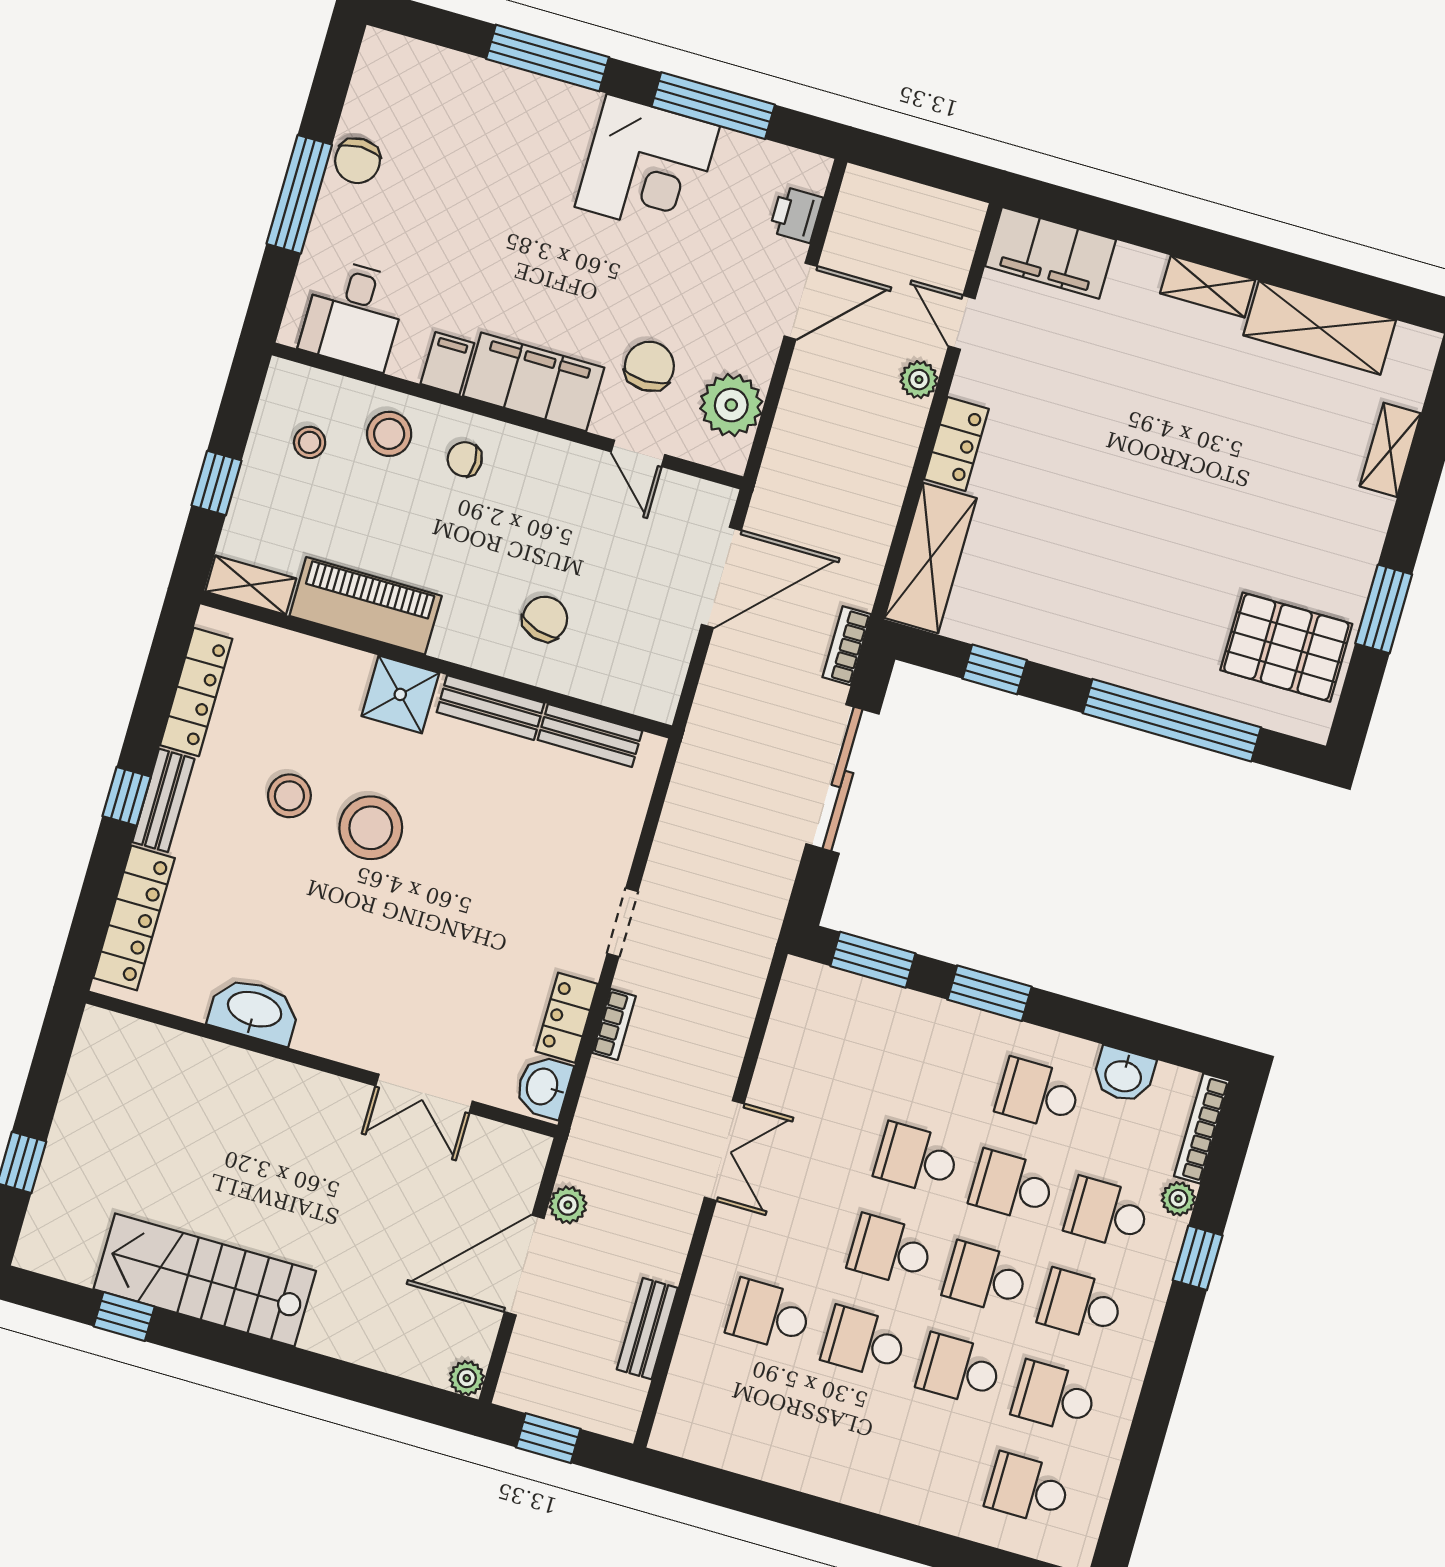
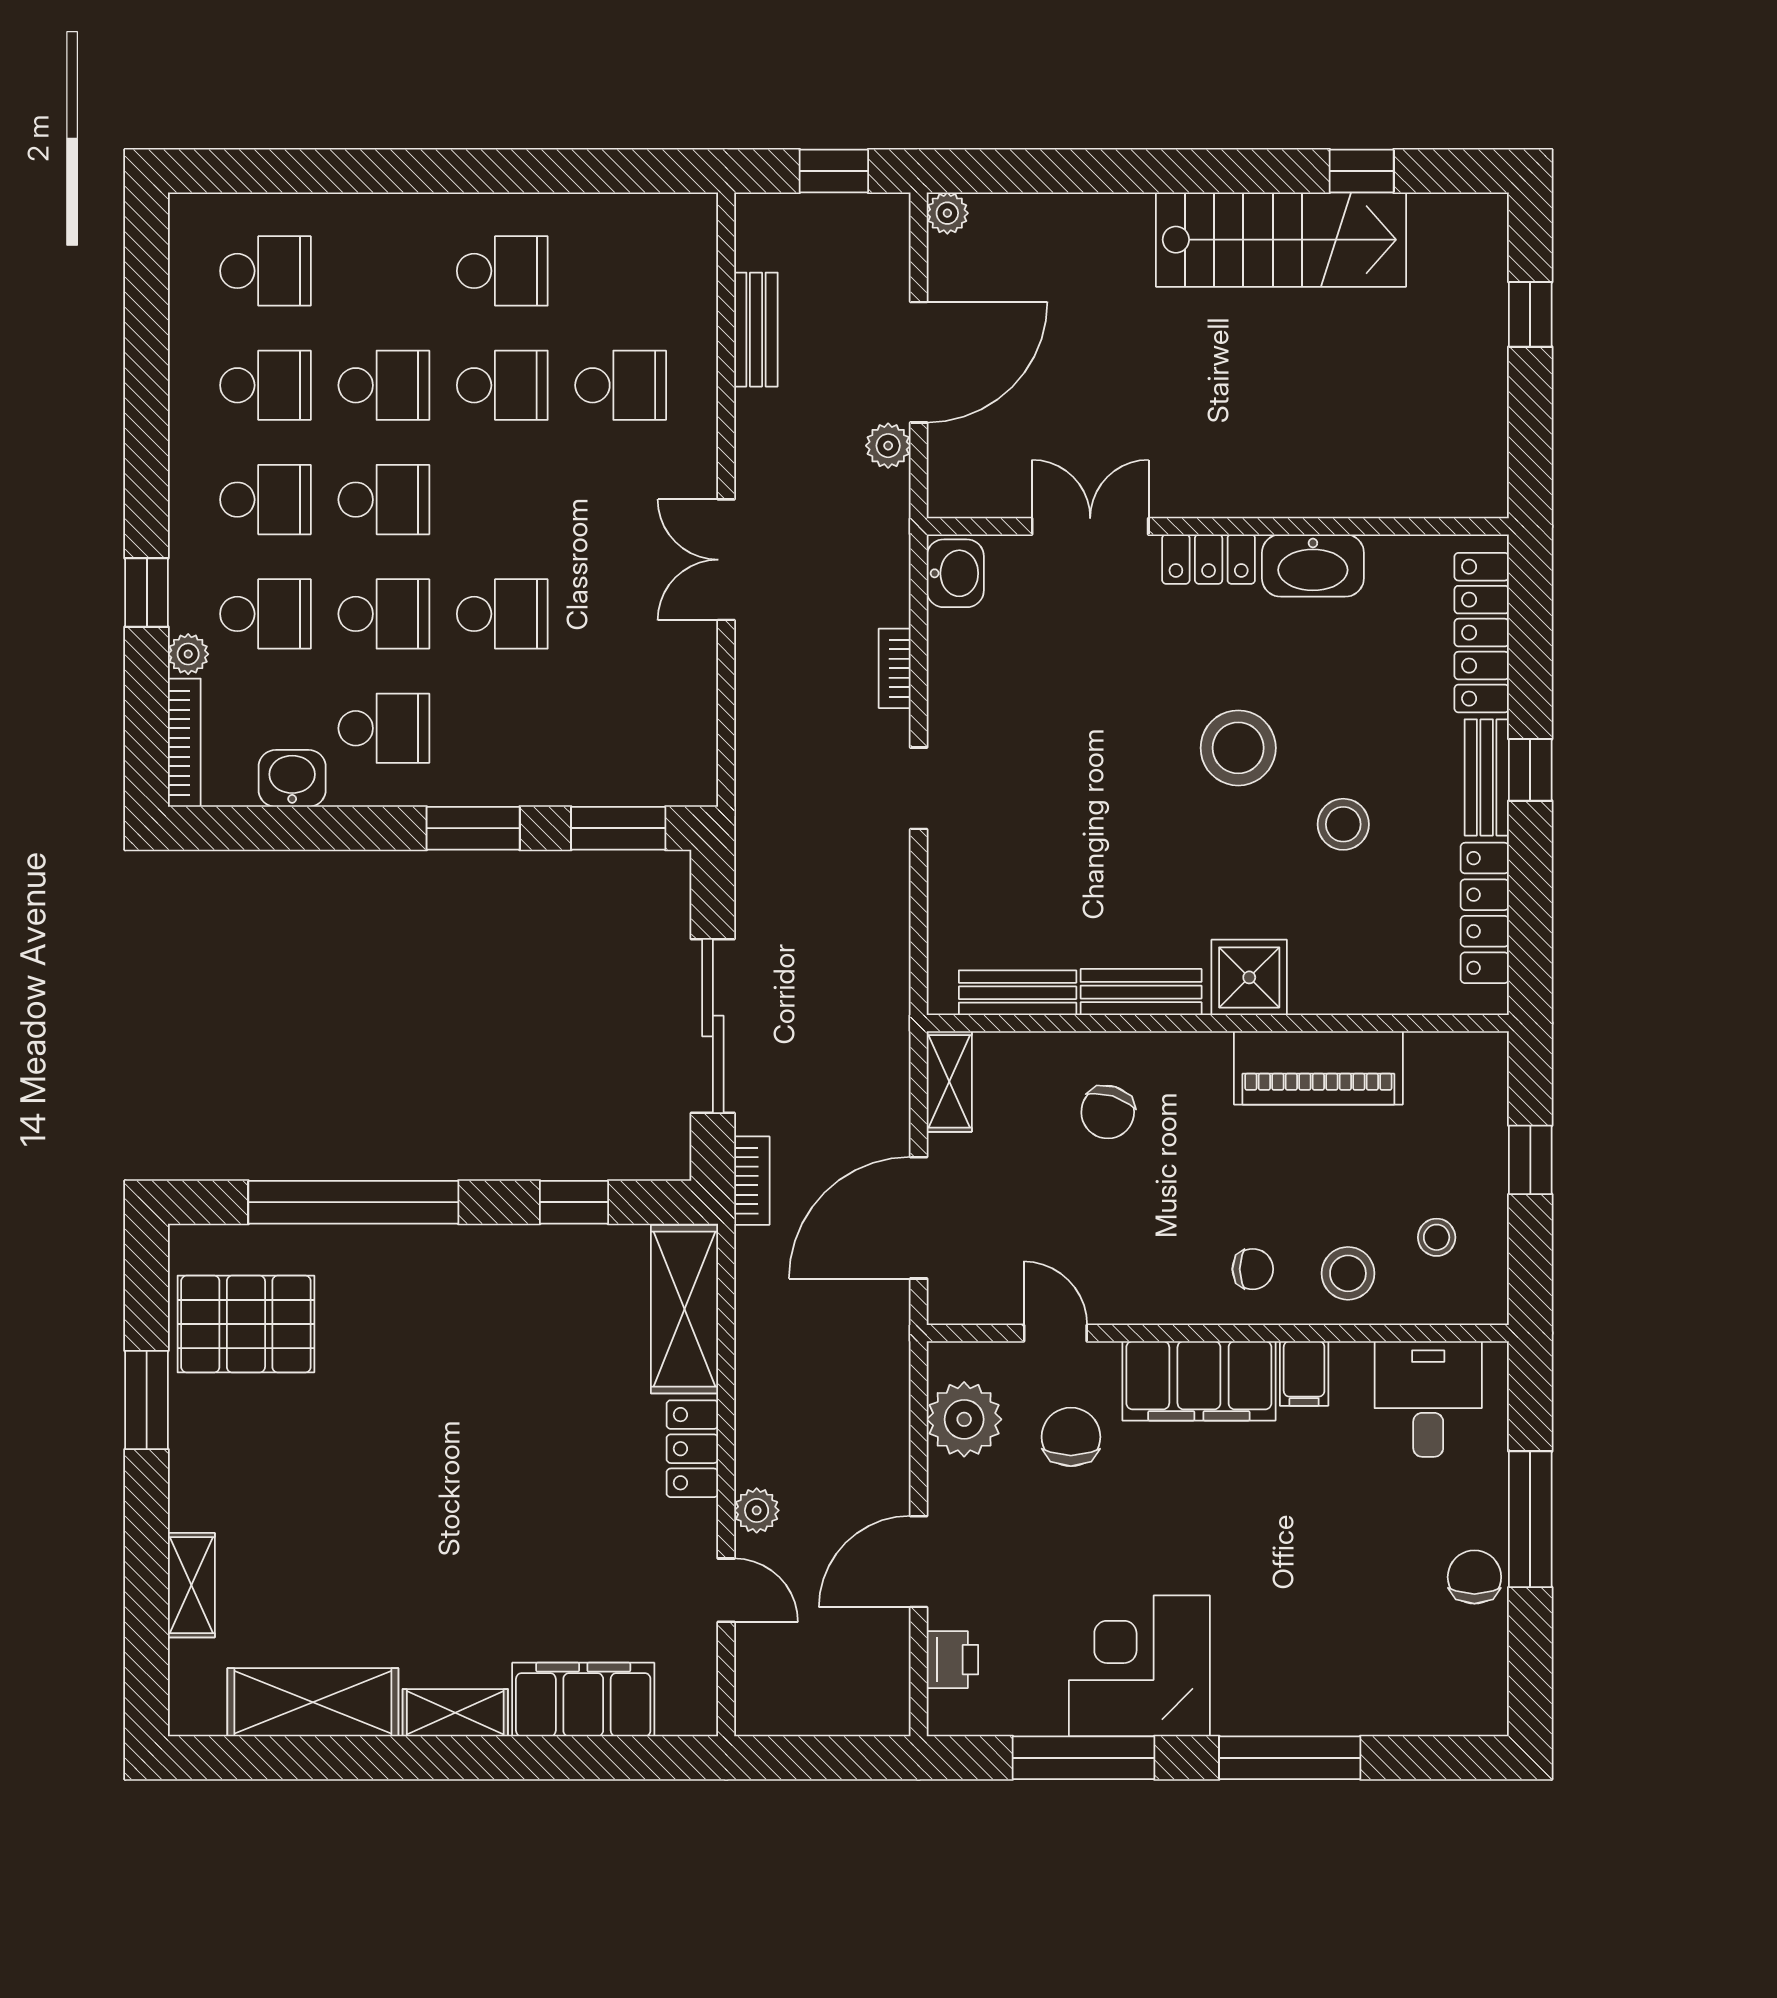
filing cabinet: (1050, 253) -> (583, 1700), moved
chair: (649, 366) -> (1071, 1437), turned 180
shelving: (251, 585) -> (949, 1081), moved, turned 90
stool: (371, 828) -> (1238, 748), moved
locker: (567, 1018) -> (1209, 559), moved, turned 90
school desk: (890, 1250) -> (502, 271), moved

